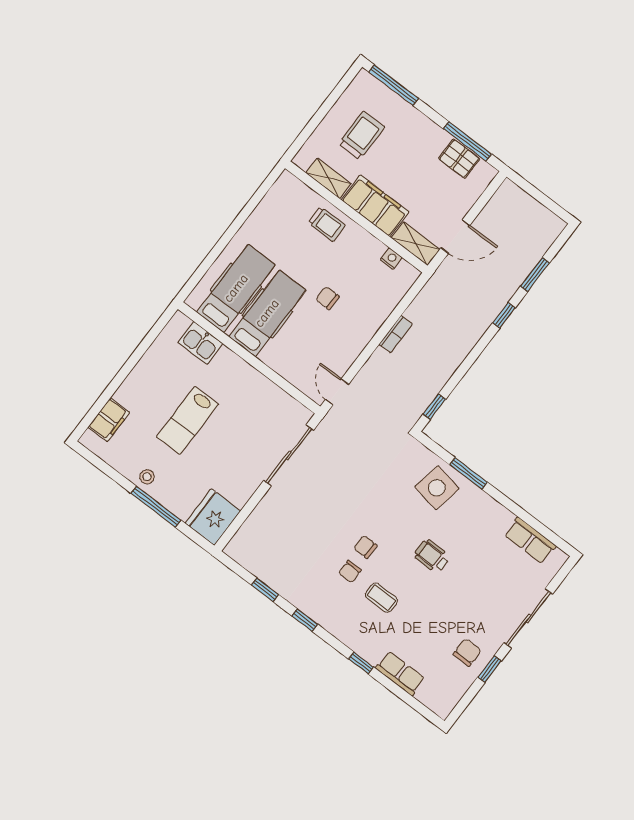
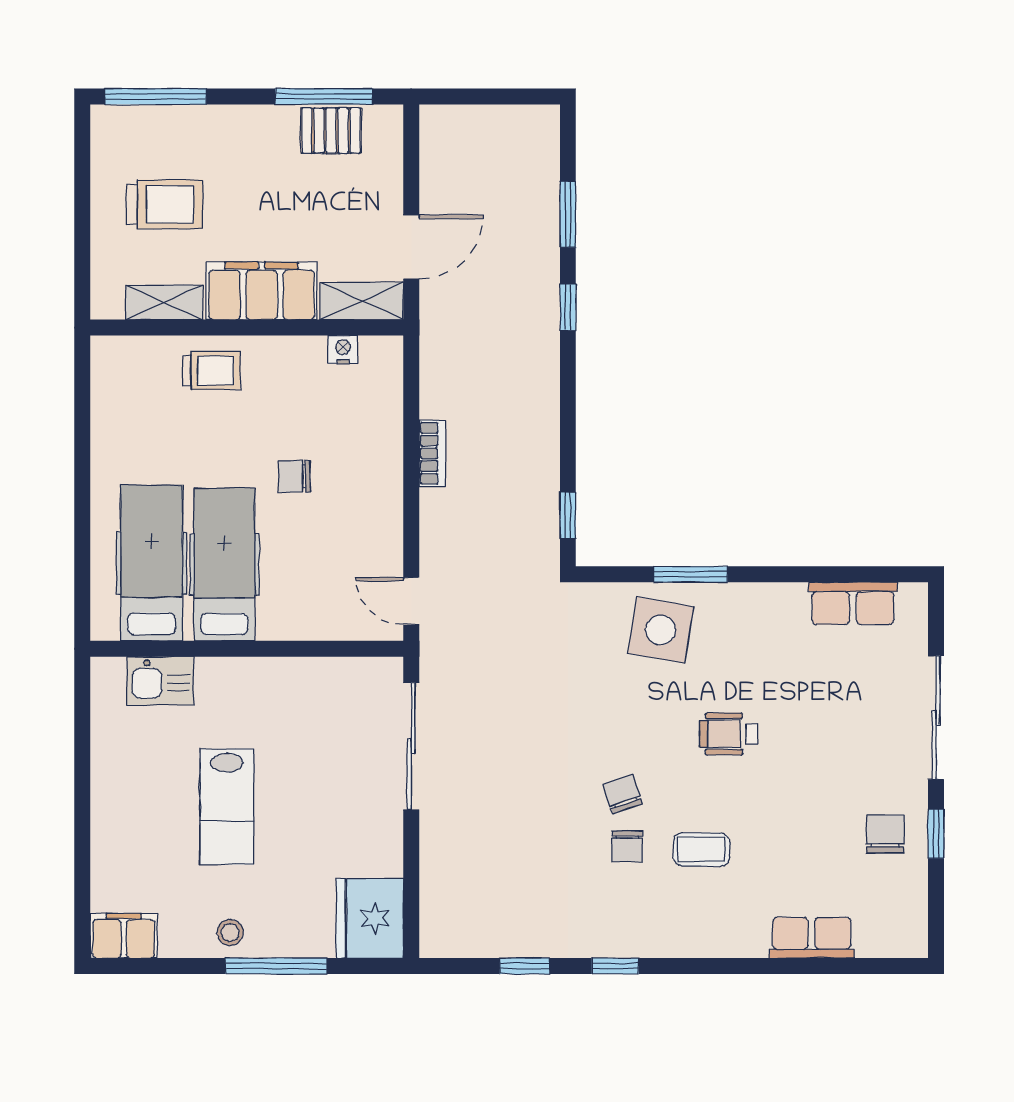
trolley: (361, 135) -> (165, 204), turned 90
filing cabinet: (109, 420) -> (124, 936), moved, turned -90
chair: (365, 547) -> (623, 794), turned 71
window: (361, 663) -> (744, 966), removed

